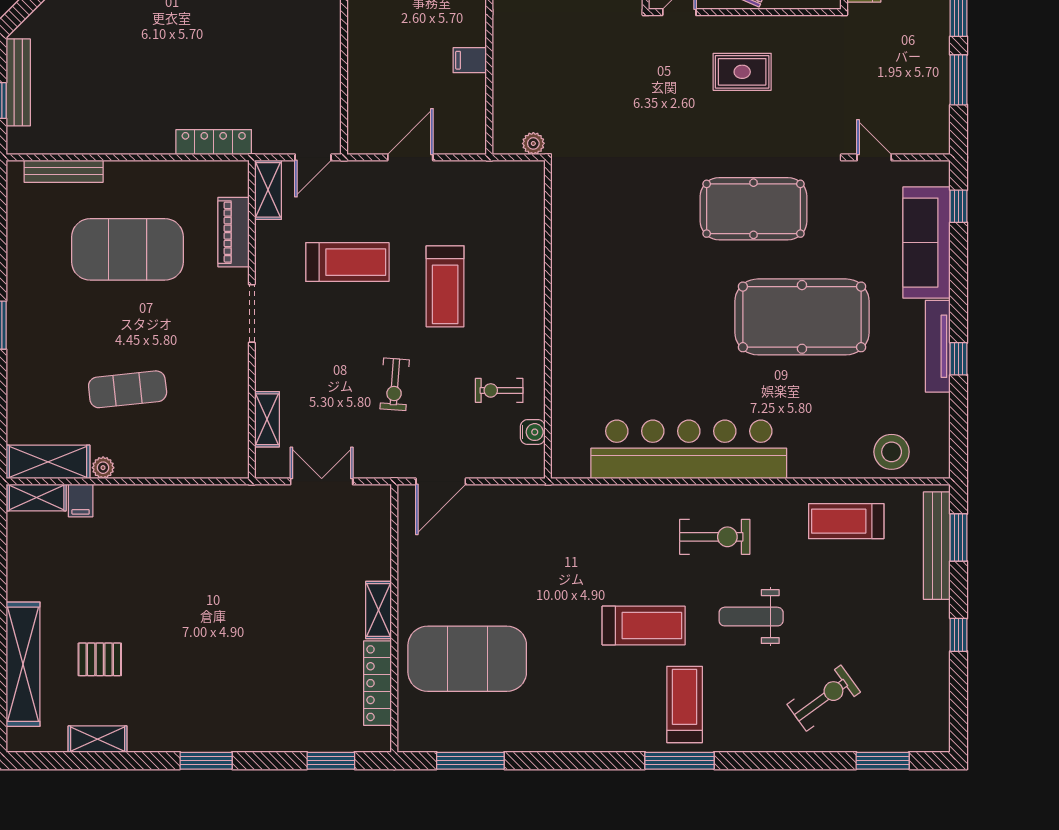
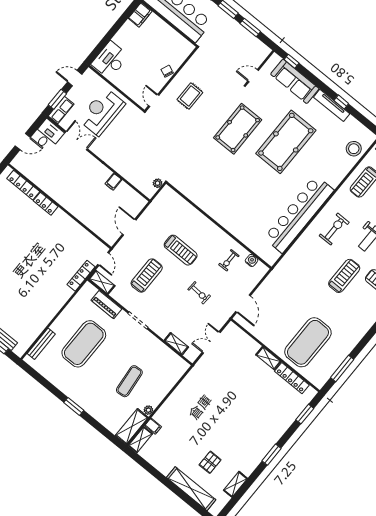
locker: (214, 142) -> (81, 276), moved

